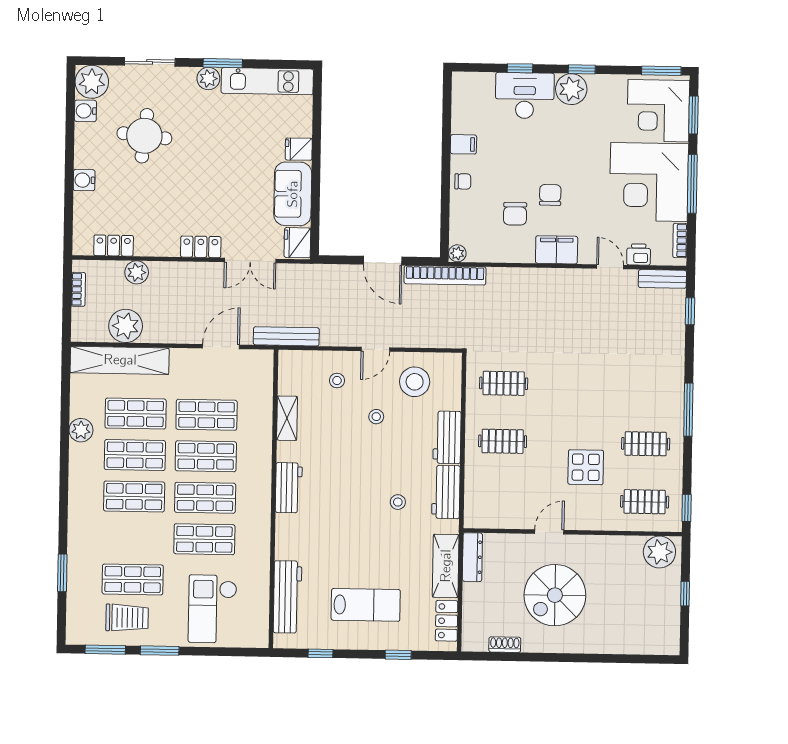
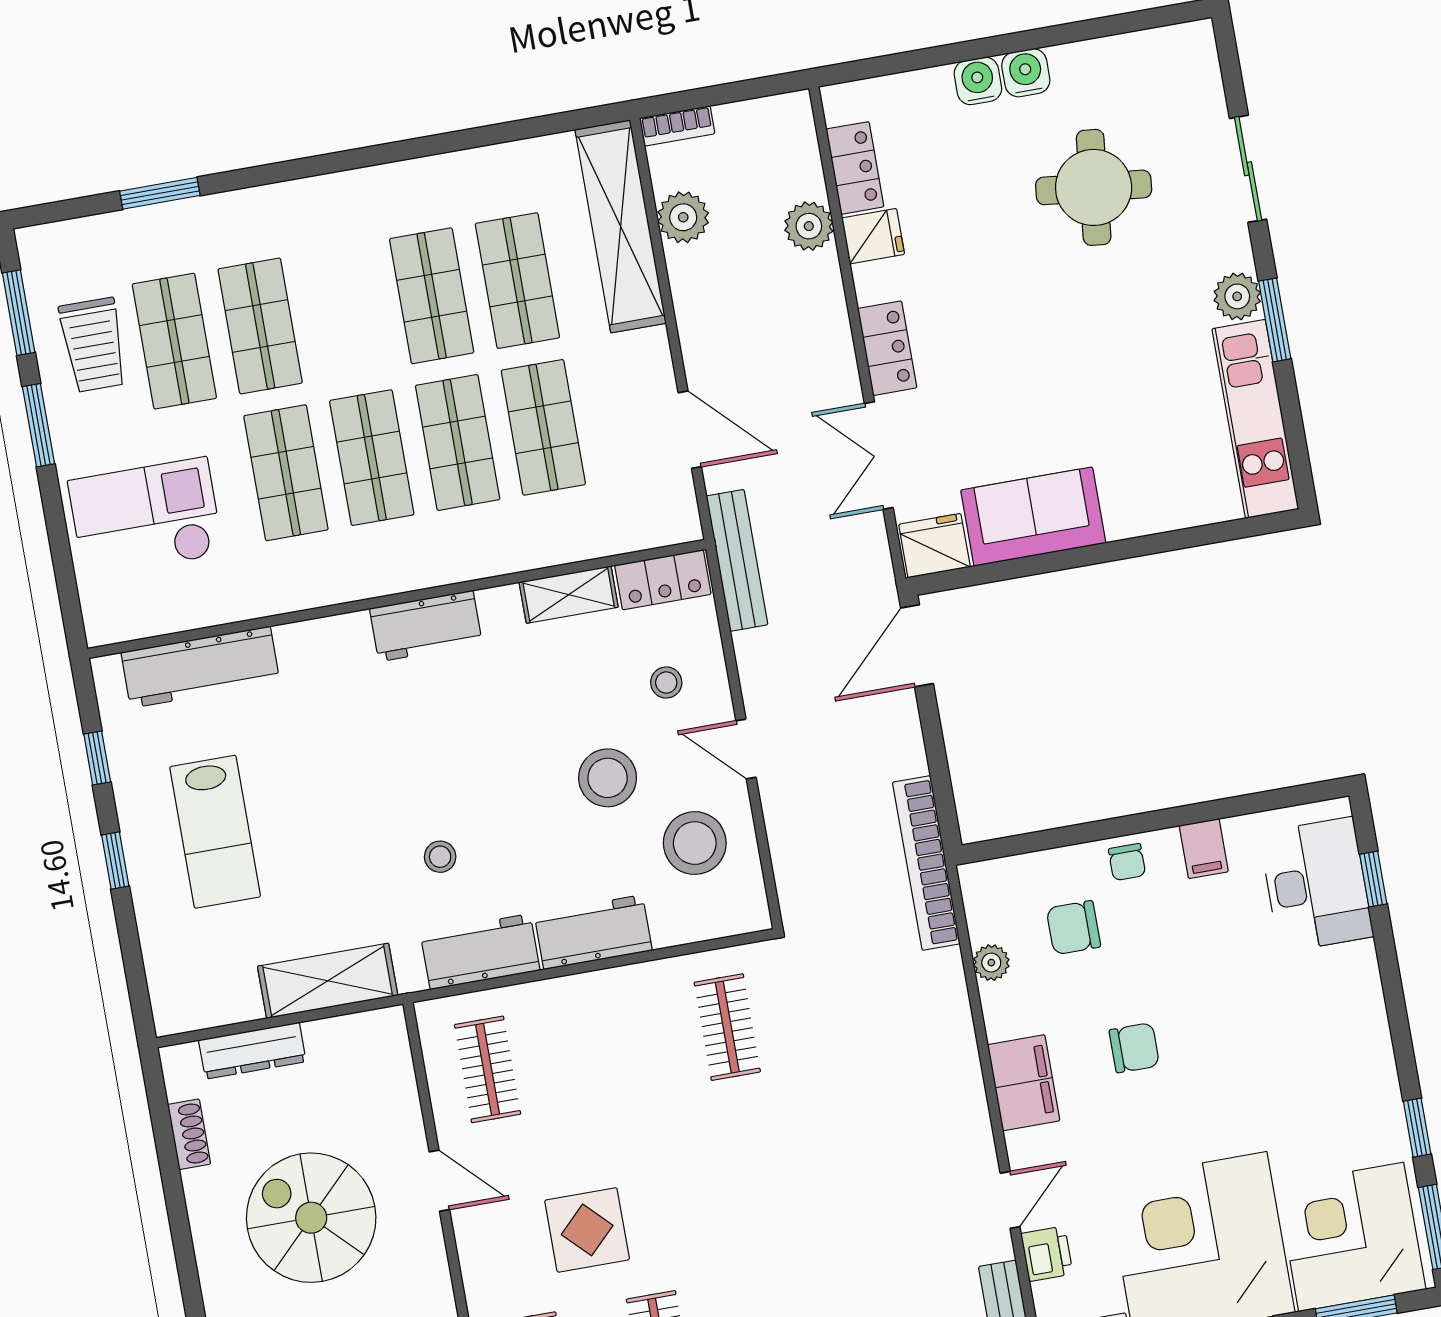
window: (520, 68) -> (1373, 879), moved
window: (582, 69) -> (1417, 1128), moved
plant: (92, 82) -> (1184, 57), removed
plant: (571, 89) -> (1361, 1049), removed
desk: (525, 96) -> (1316, 885), moved
water cooler: (85, 111) -> (1026, 73), moved
fridge: (299, 149) -> (873, 236), moved, turned 90
chair: (515, 214) -> (1073, 928), moved
plant: (457, 253) -> (991, 963), moved
door: (383, 261) -> (917, 646), moved
bookcase: (78, 289) -> (677, 126), moved
plant: (126, 326) -> (683, 217), width x0.73, depth x0.73
stool: (376, 417) -> (608, 778), width x1.89, depth x1.89
plant: (81, 430) -> (461, 175), removed
clothes rail: (503, 441) -> (488, 1069), moved
shop shelf: (134, 497) -> (260, 326), moved
dresser: (472, 557) -> (252, 1051), moved
locker: (447, 621) -> (663, 580), moved, turned 180
window: (398, 655) -> (115, 861), moved

